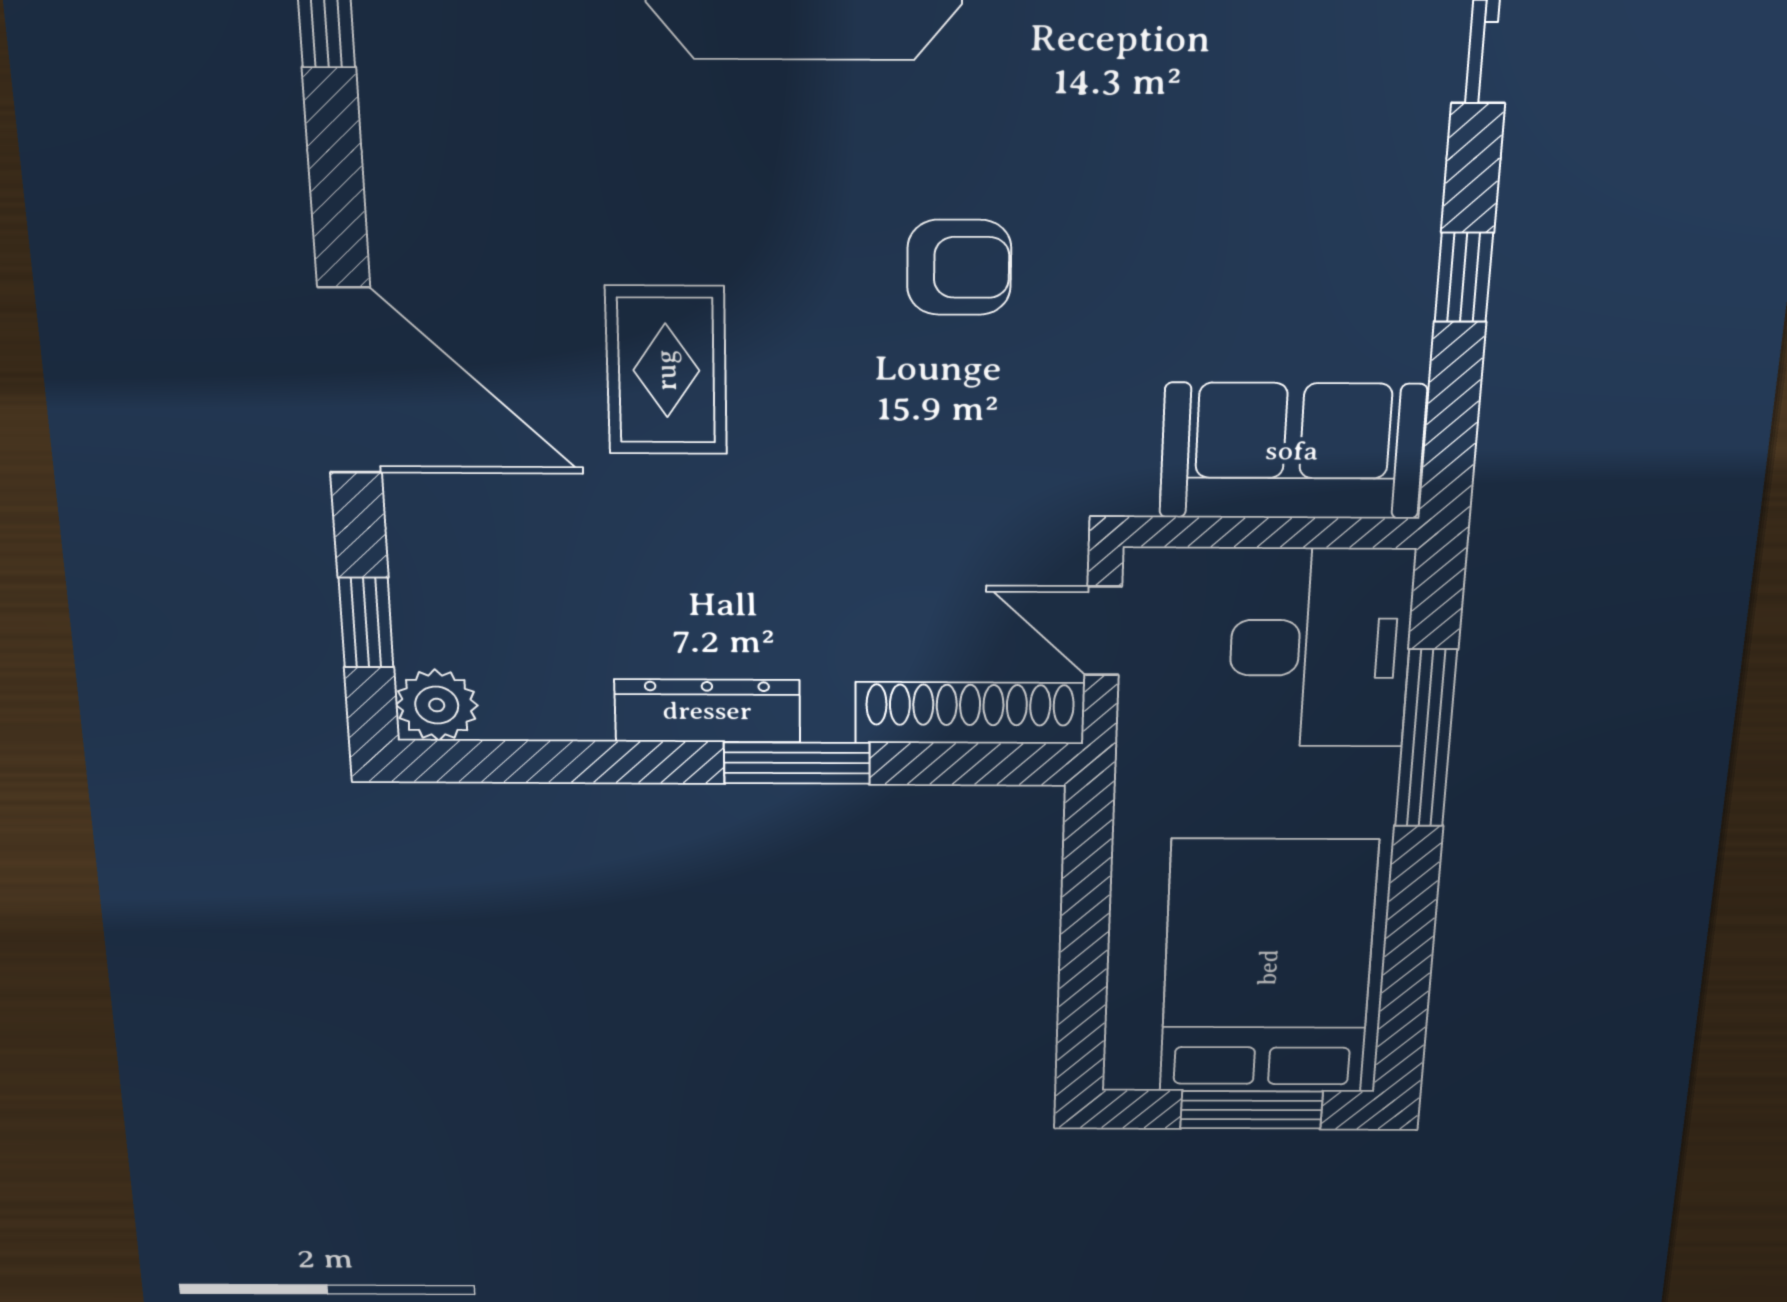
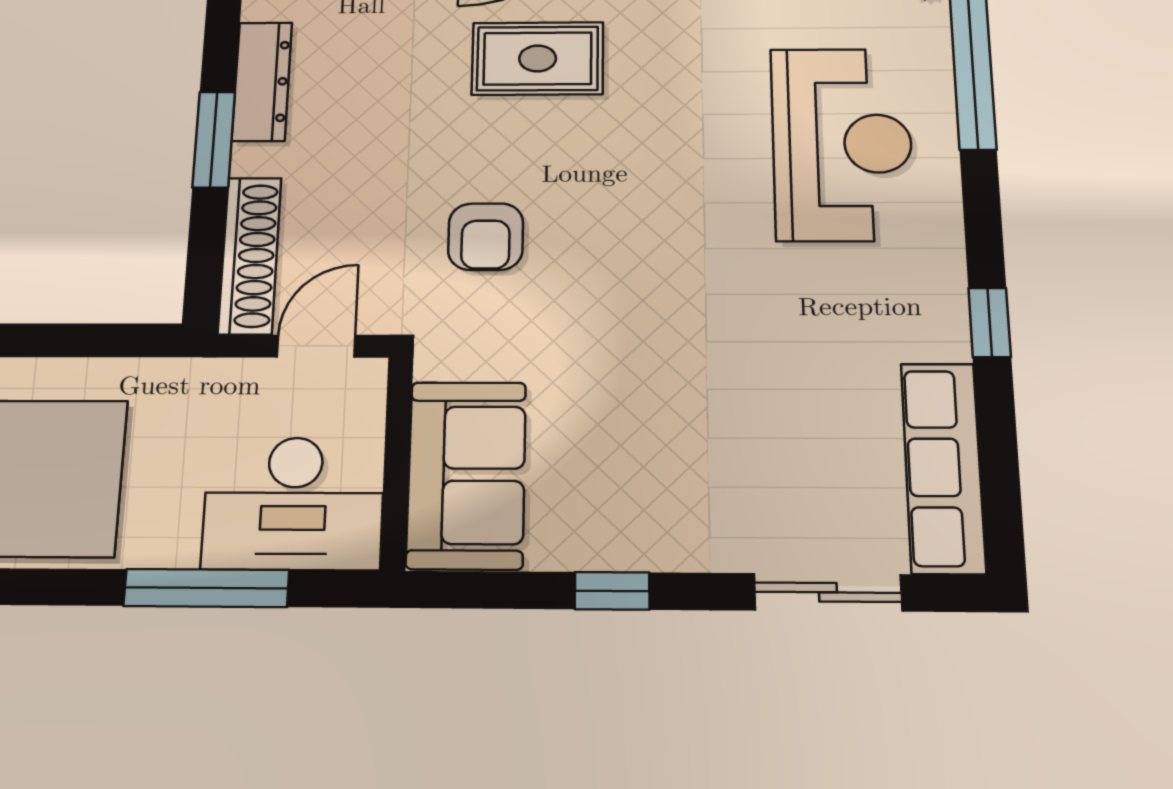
armchair: (959, 267) -> (486, 237), moved

